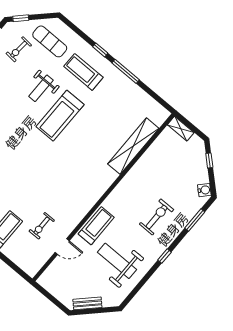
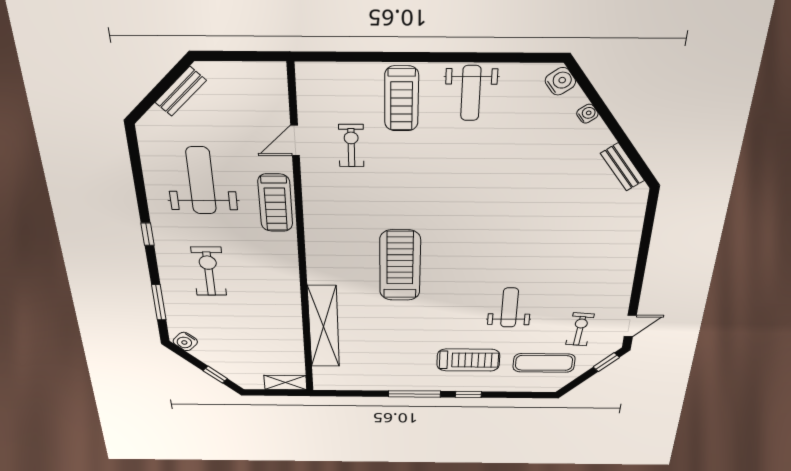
treadmill: (60, 116) -> (400, 266), moved
exercise bike: (157, 217) -> (209, 271), turned 180
weight bench: (117, 261) -> (201, 181), turned -90

